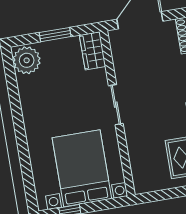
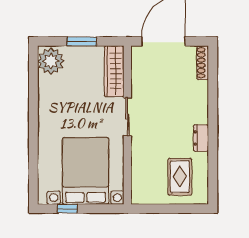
wardrobe: (93, 51) -> (114, 71), width x1.50

